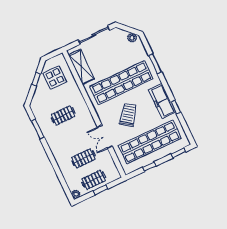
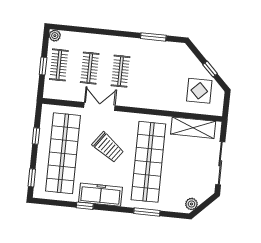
clothes rail: (63, 115) -> (121, 71), moved

